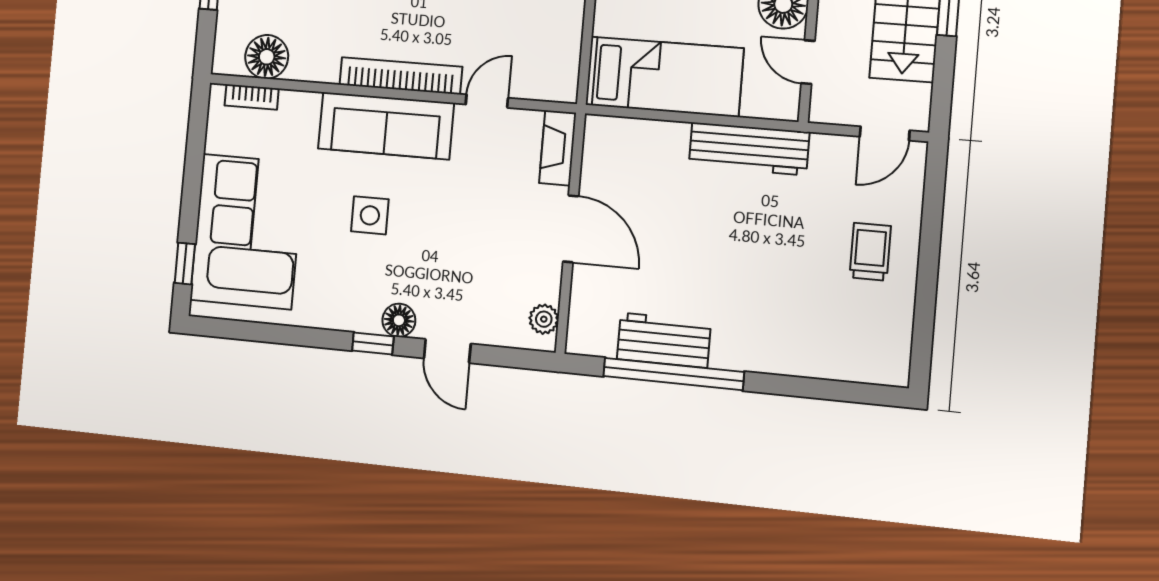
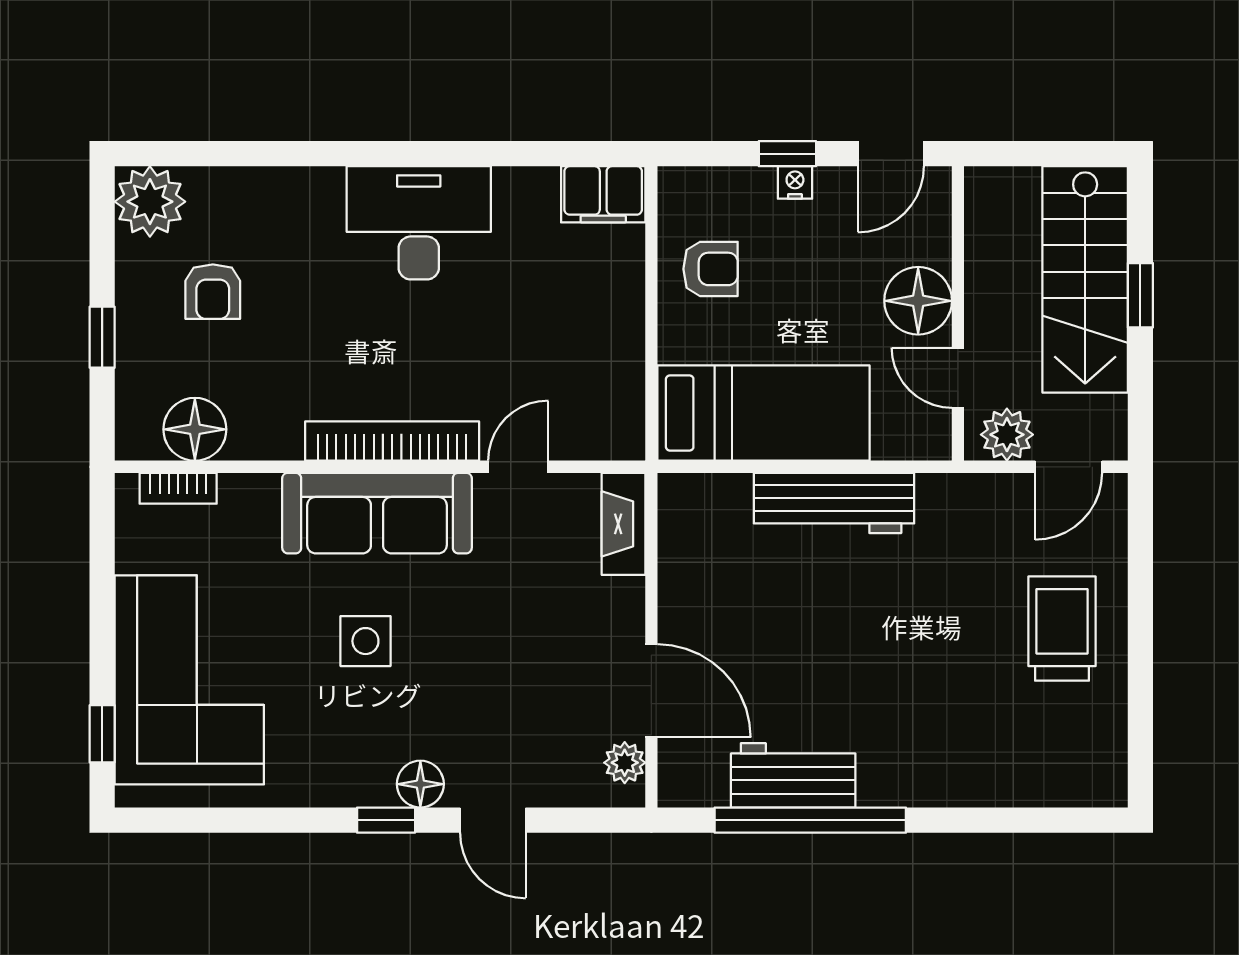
plant: (841, 106) -> (1007, 435), added
workbench: (749, 149) -> (834, 503), moved
door: (571, 229) -> (651, 691), moved
trolley: (870, 252) -> (1062, 629), width x1.36, depth x1.39

